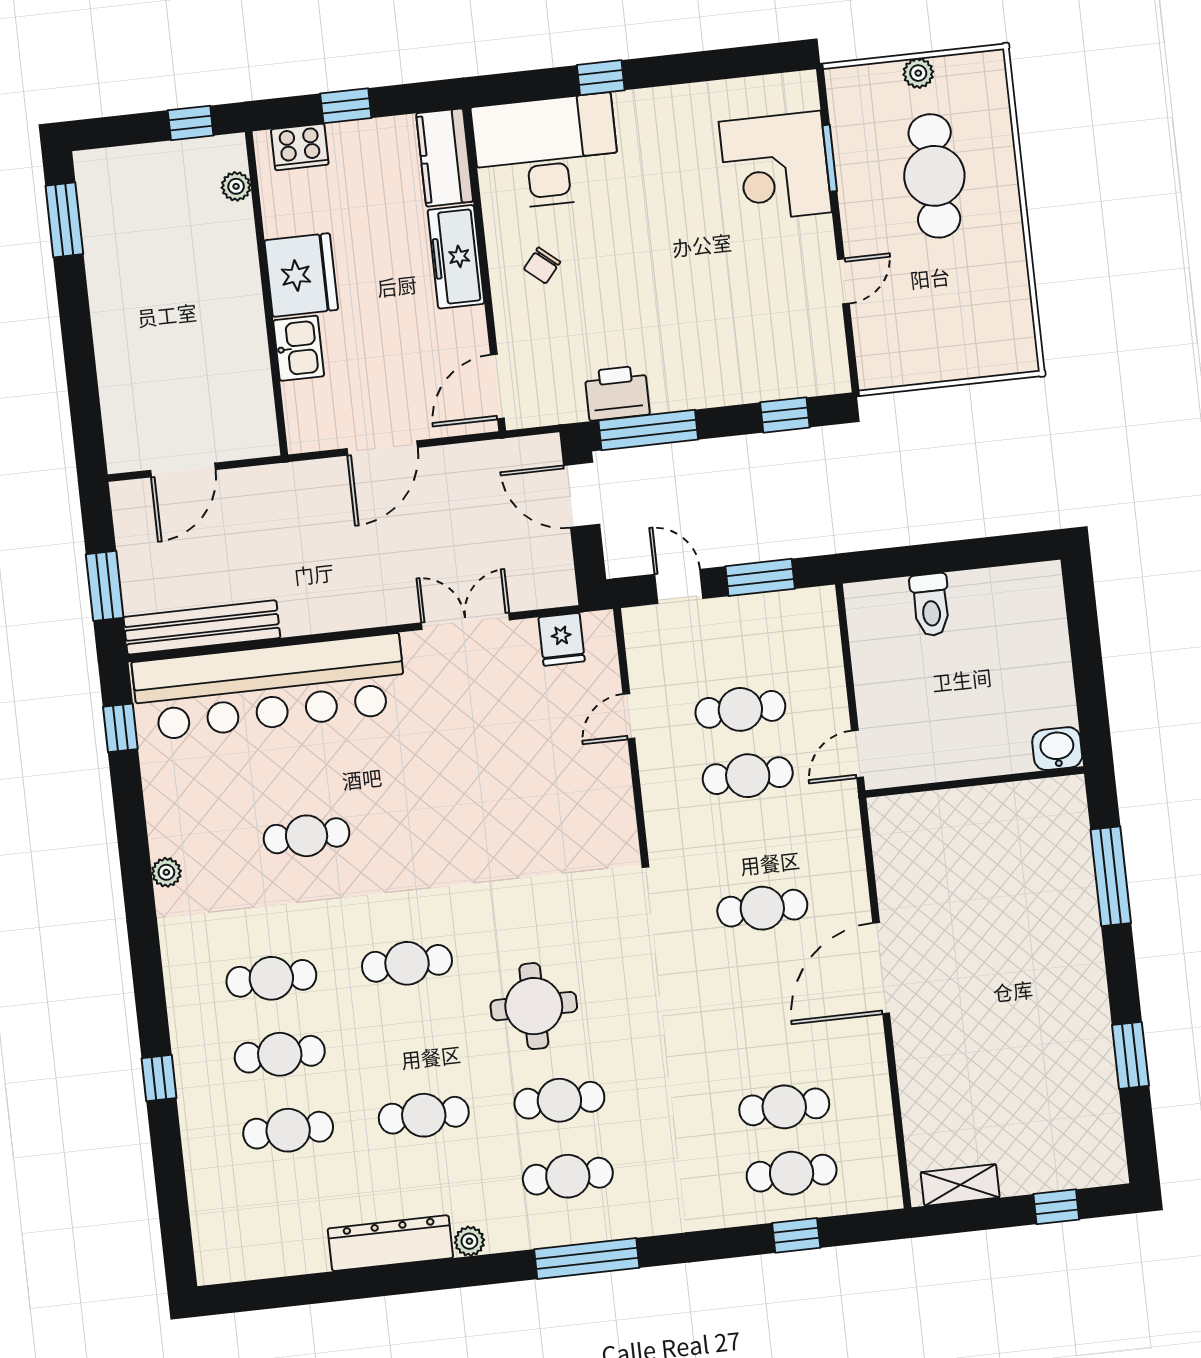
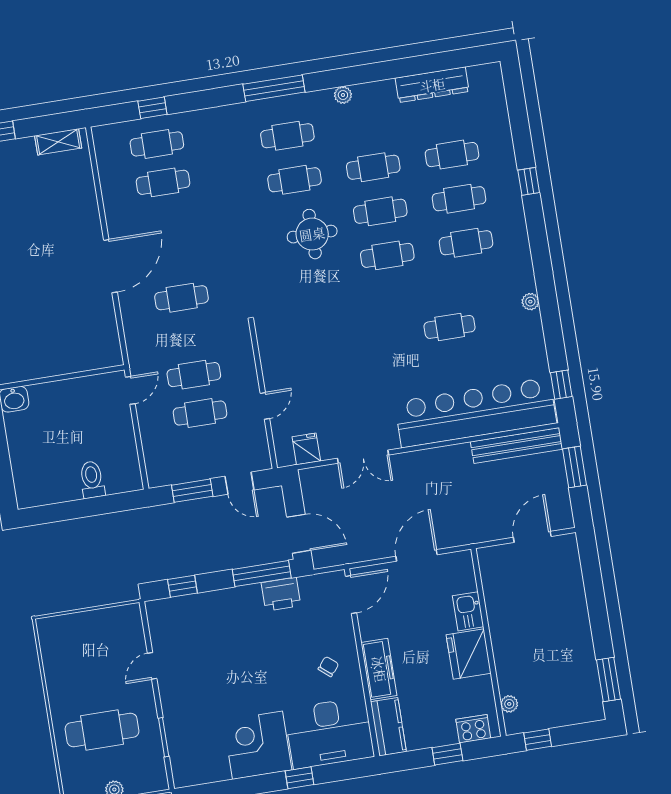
corner desk: (775, 167) -> (257, 745), moved, turned -90
cafe table: (934, 176) -> (102, 730), turned 90
cafe table: (415, 1039) -> (380, 211), added
dresser: (390, 1243) -> (432, 85), moved

